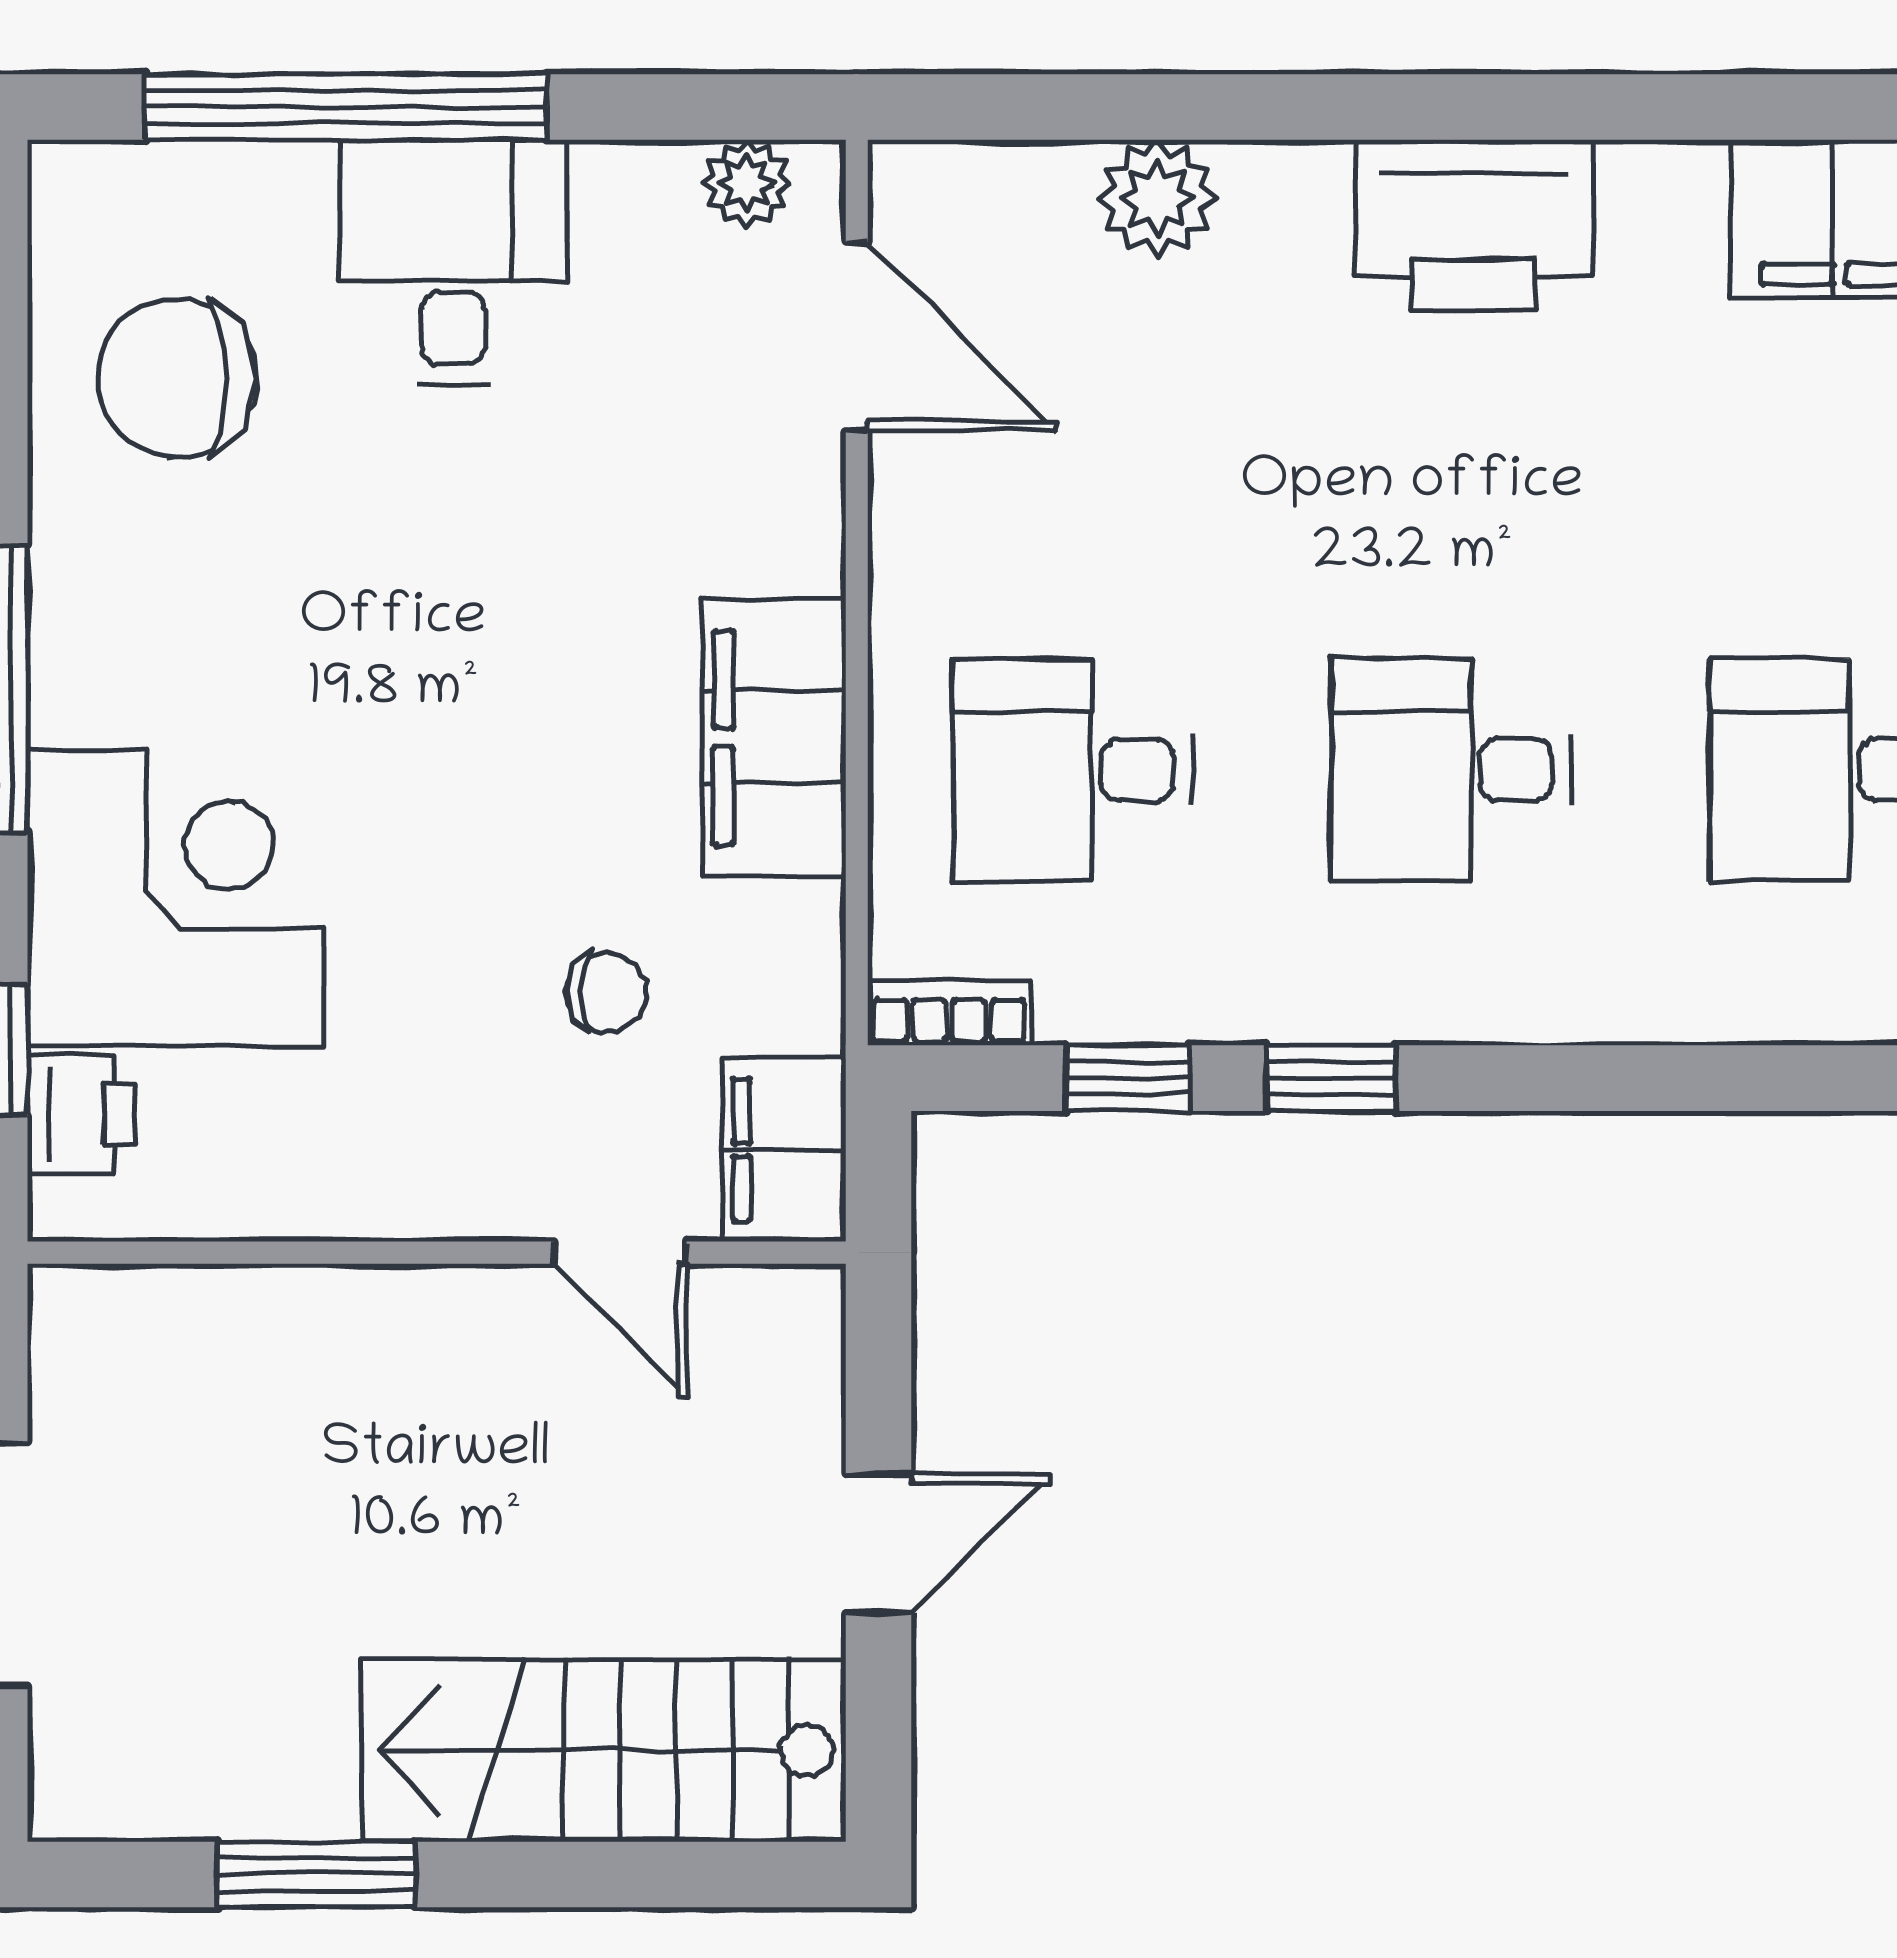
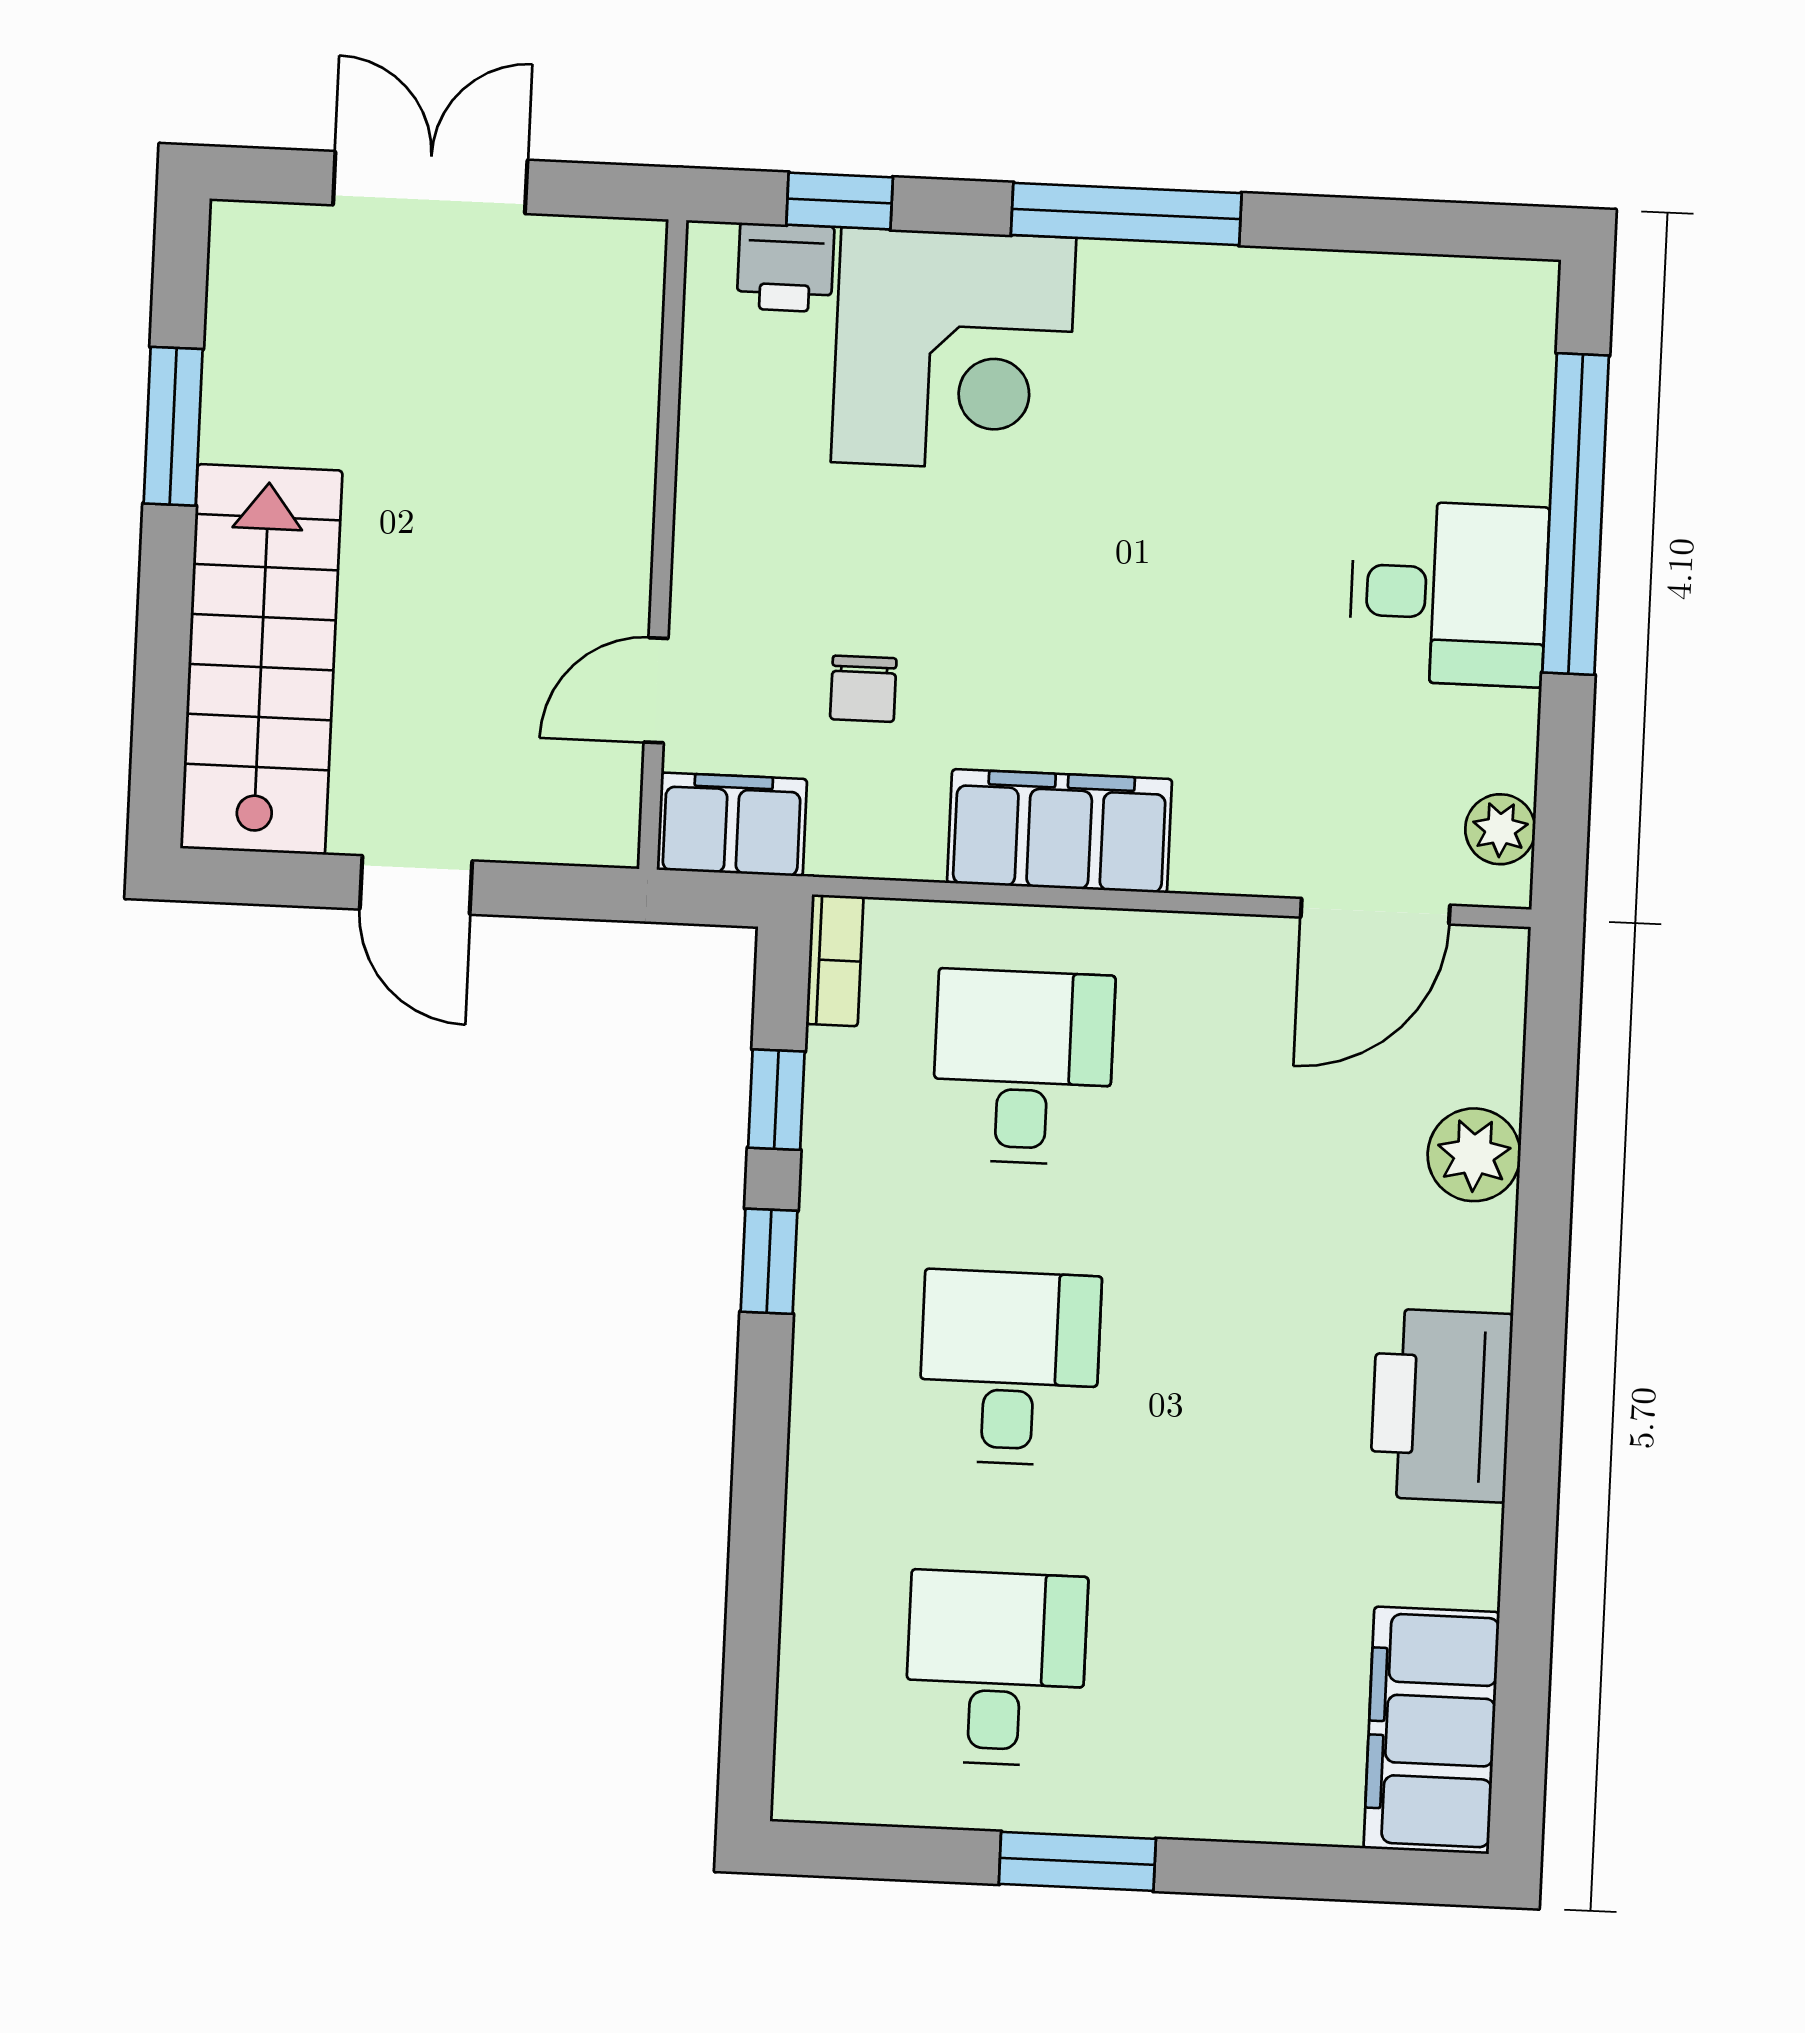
chair: (177, 378) -> (1367, 370), removed

